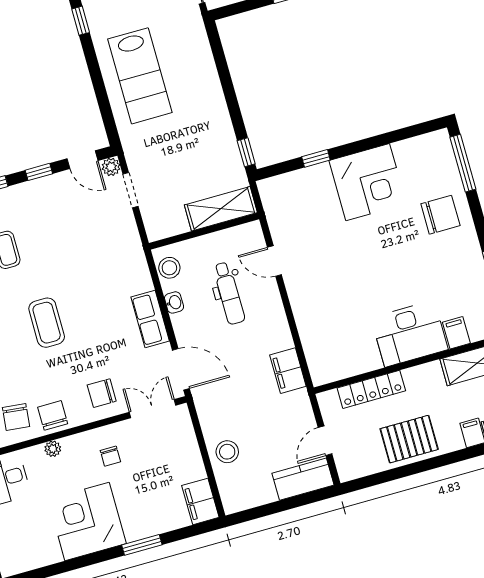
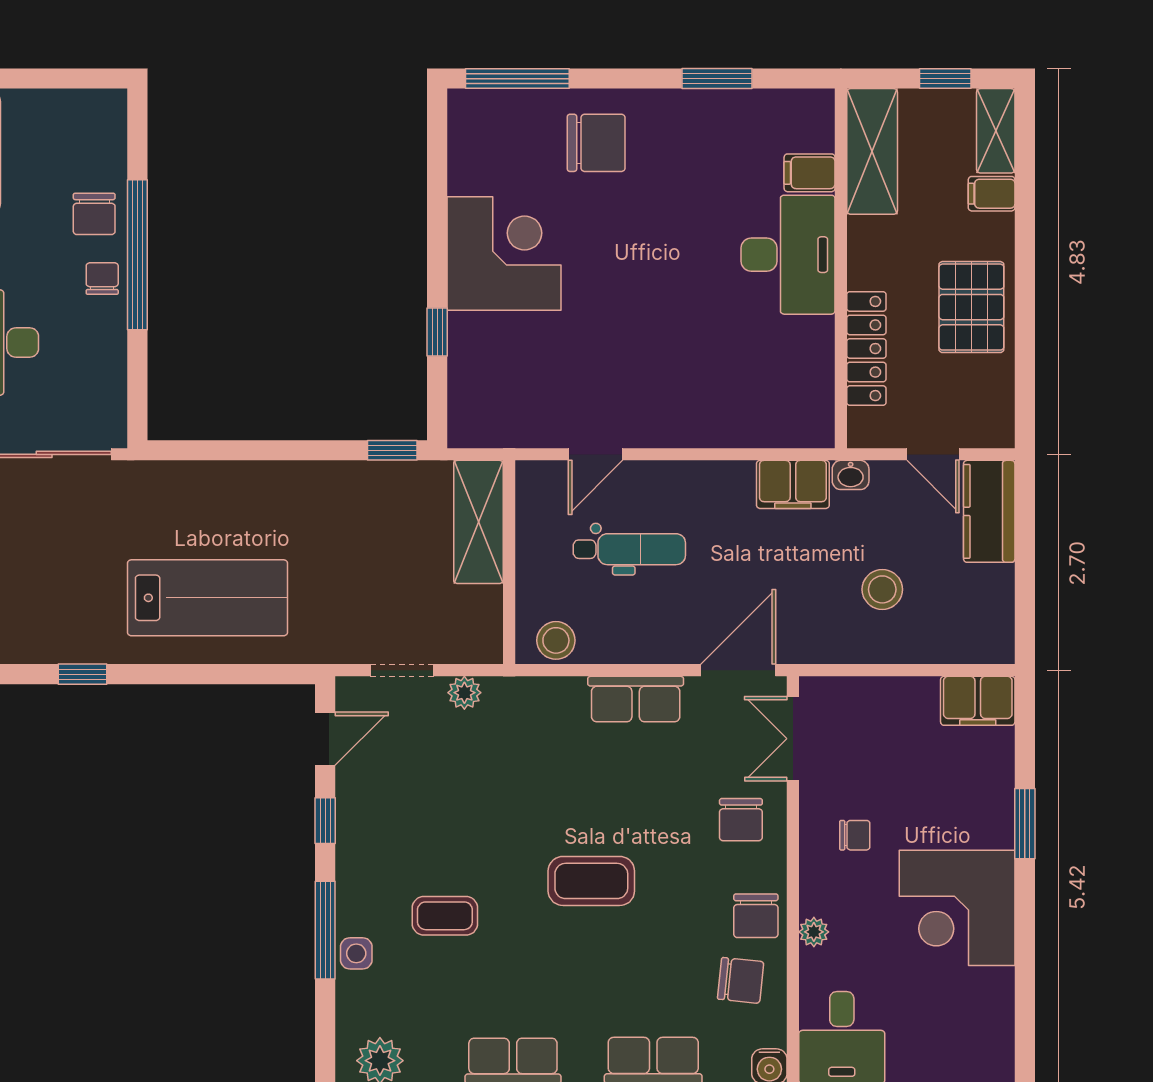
plant: (111, 167) -> (464, 693), moved
chair: (440, 215) -> (596, 143), turned 90
washbasin: (174, 302) -> (851, 475), moved, turned 180
chair: (53, 415) -> (756, 916), turned -90
stool: (227, 452) -> (882, 589), moved

